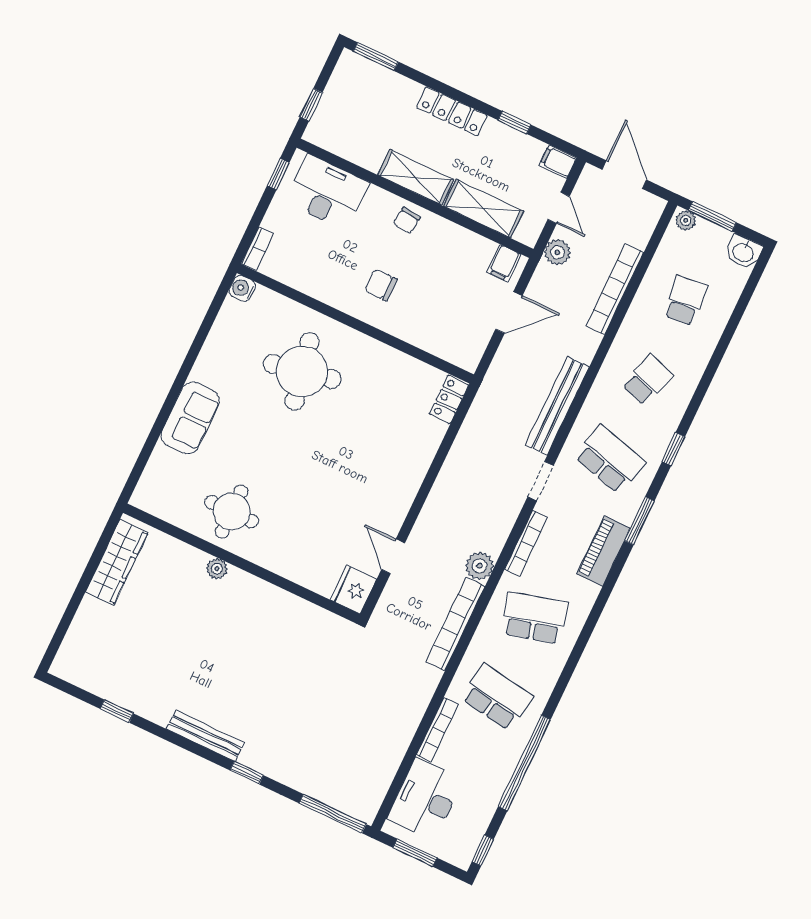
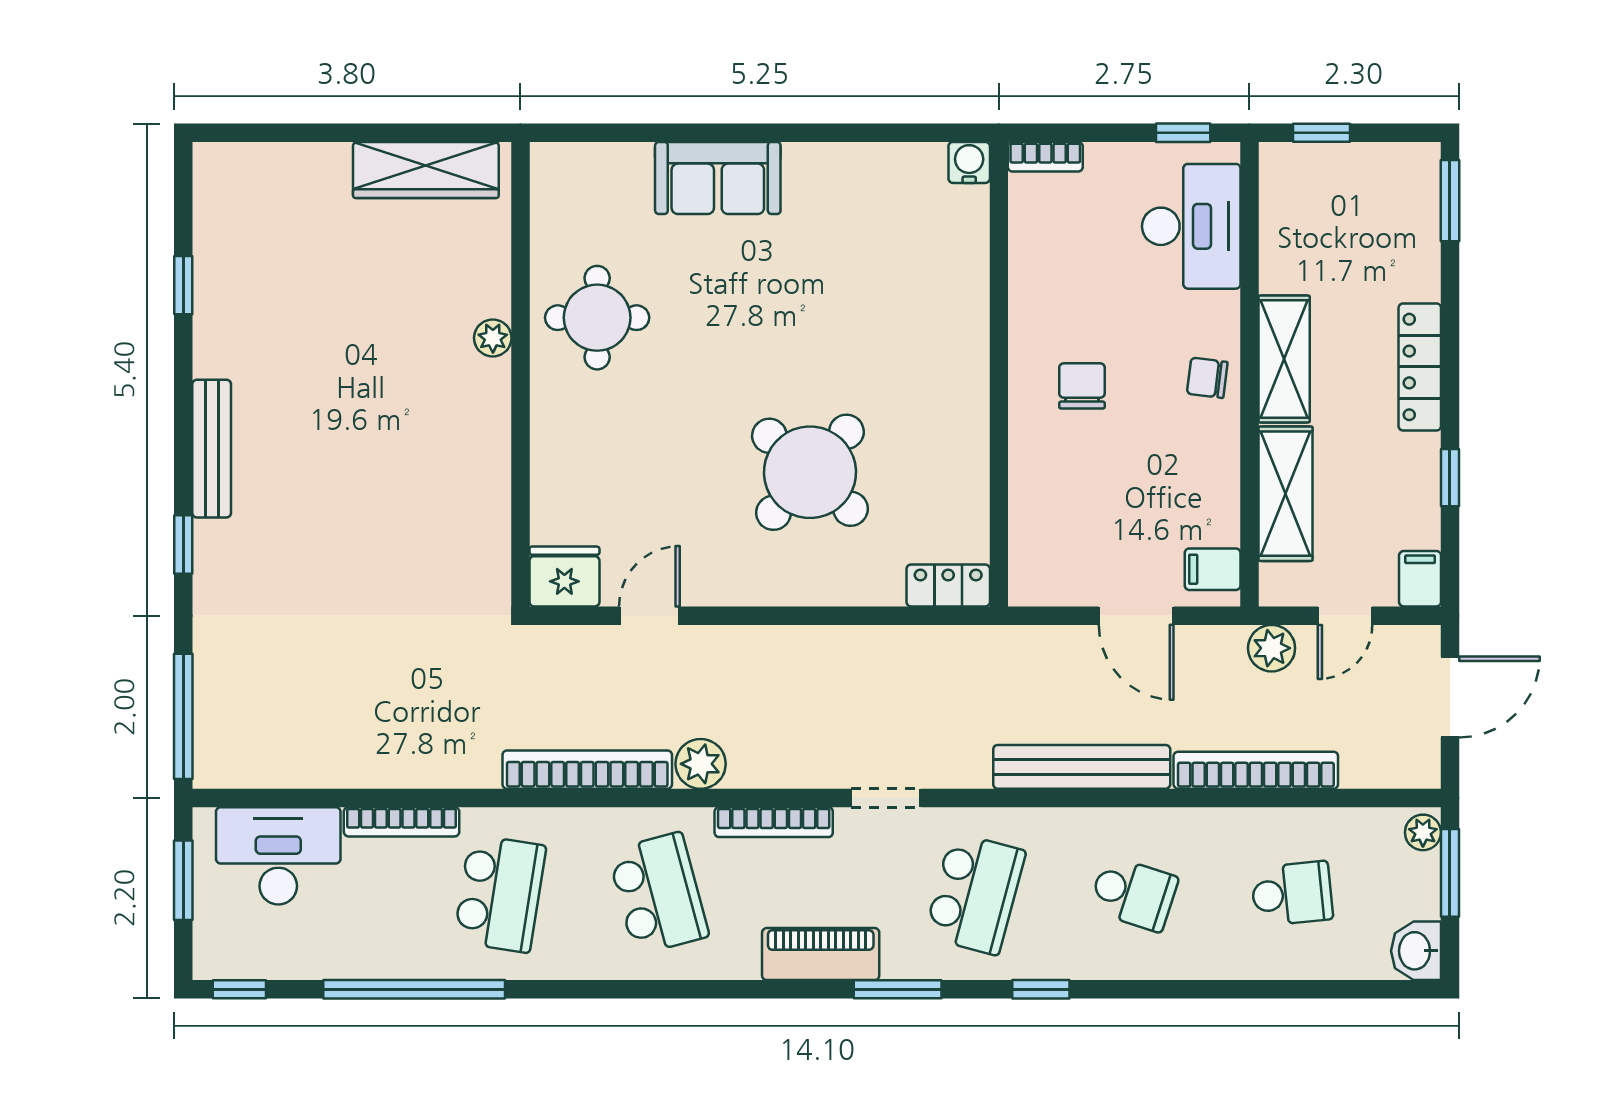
round table: (302, 371) -> (810, 472), moved, turned -37
bench: (557, 406) -> (1082, 767), moved

